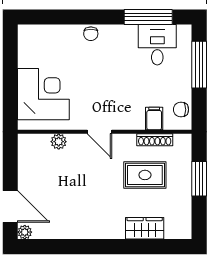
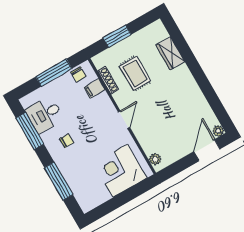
window: (72, 17) -> (59, 181), added
chair: (91, 34) -> (67, 141), moved
window: (199, 65) -> (54, 73), moved
plant: (59, 142) -> (155, 159), moved

